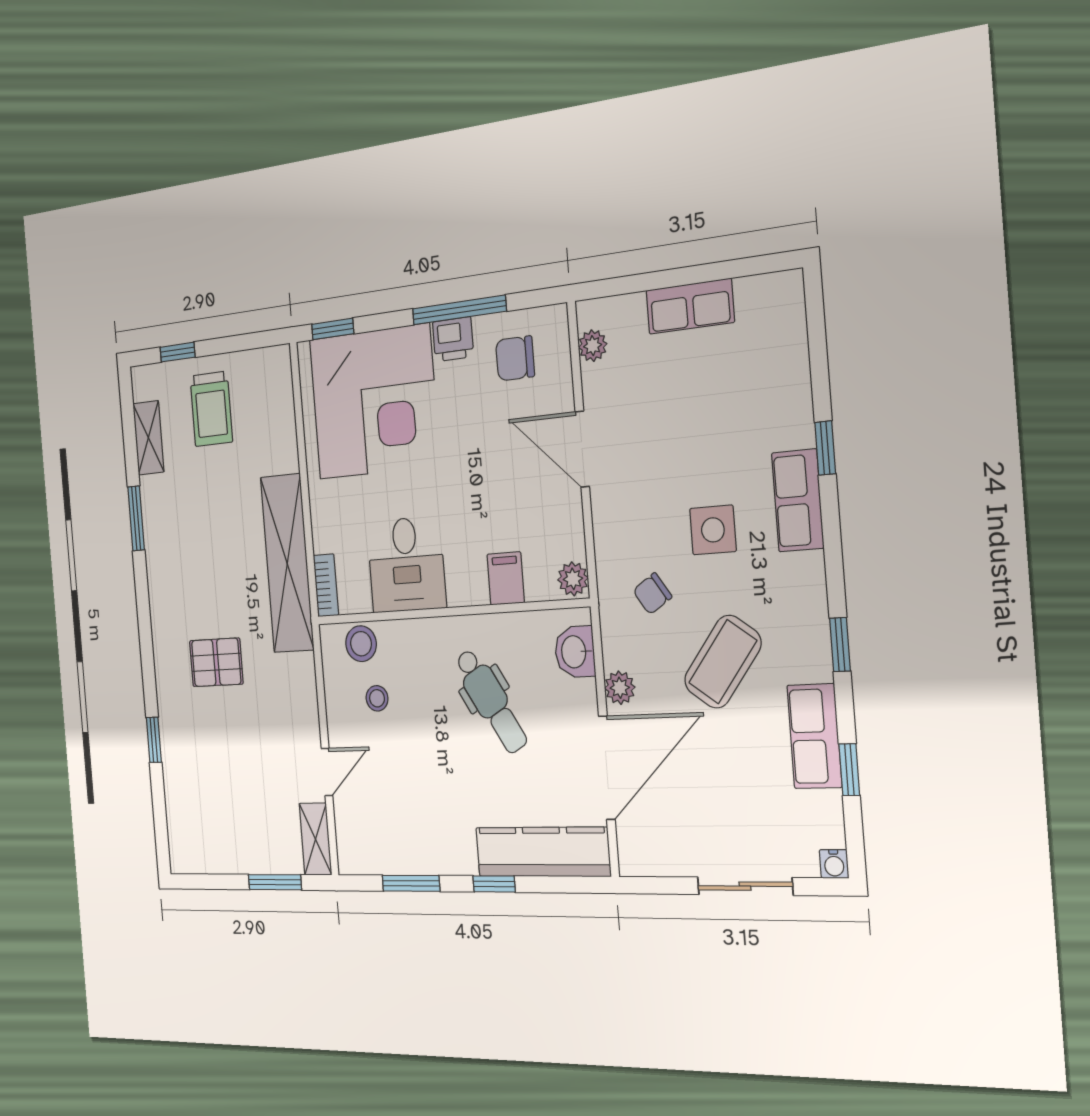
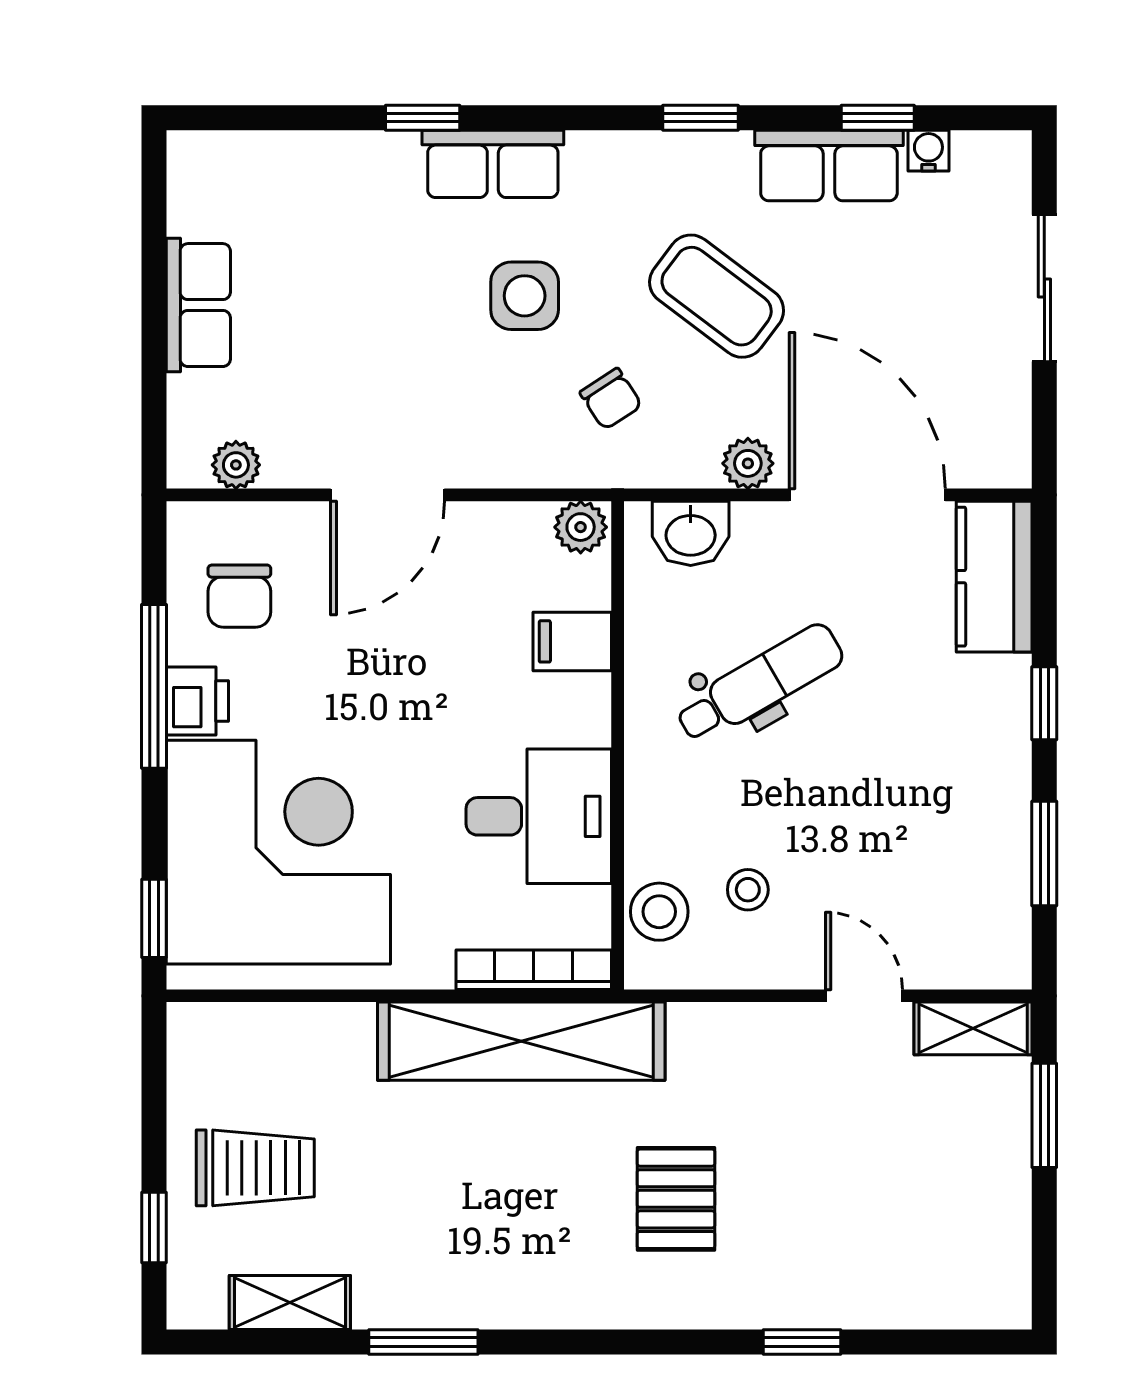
bookcase: (326, 585) -> (534, 970), width x1.56
kitchen counter: (542, 852) -> (994, 577), width x0.67
water cooler: (834, 864) -> (928, 151), moved, turned -90

